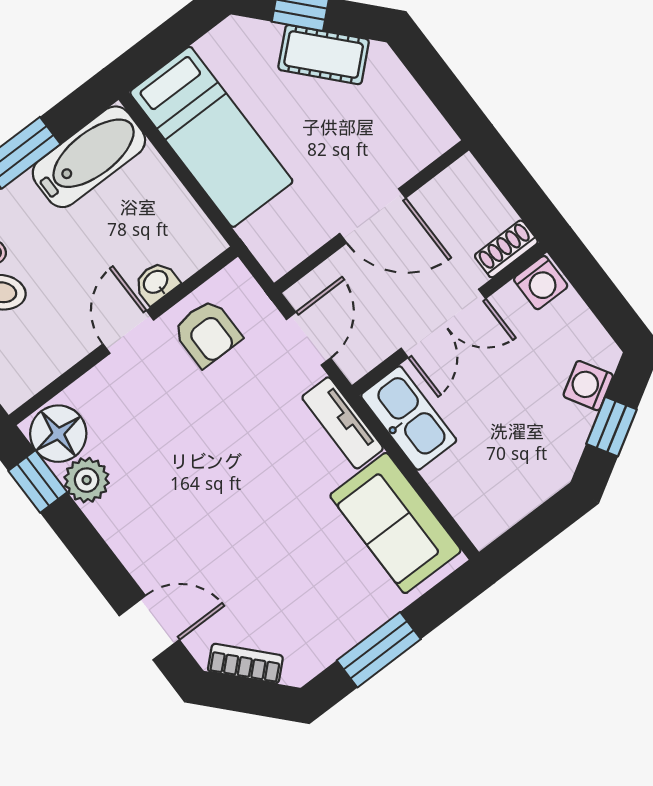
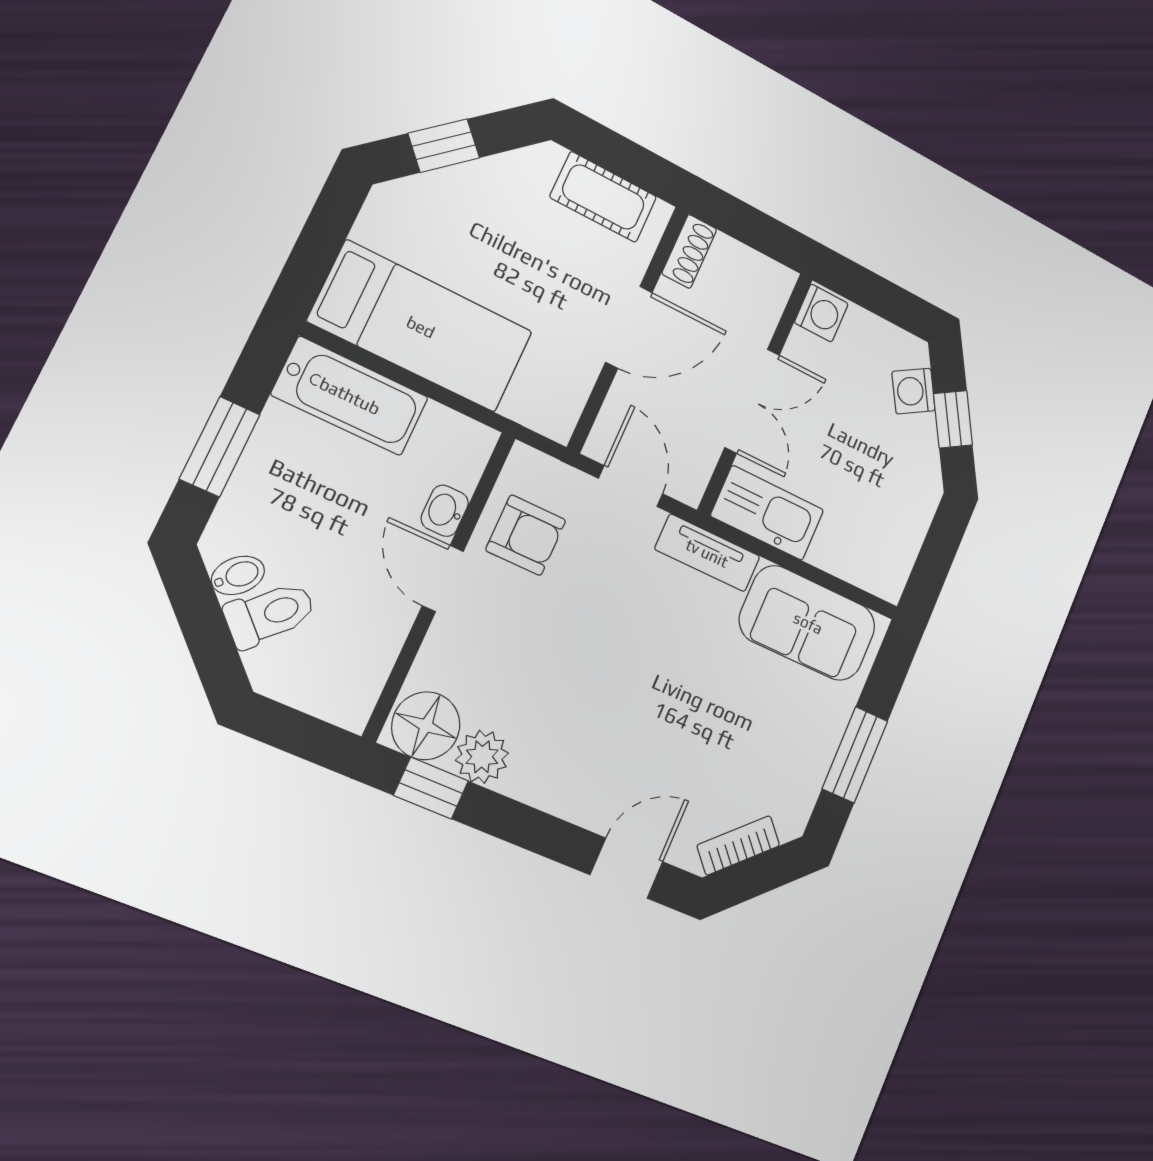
cot: (324, 55) -> (603, 197), moved, turned 42
bathtub: (89, 157) -> (350, 396), moved, turned 90
shoe rack: (506, 249) -> (689, 251), moved, turned 180

